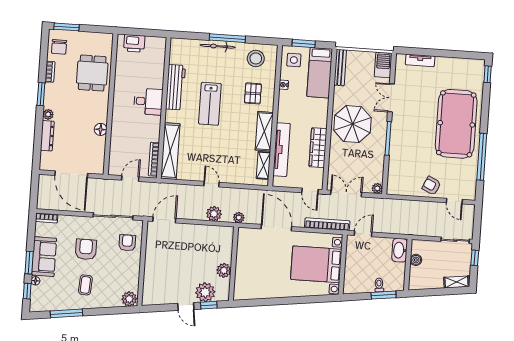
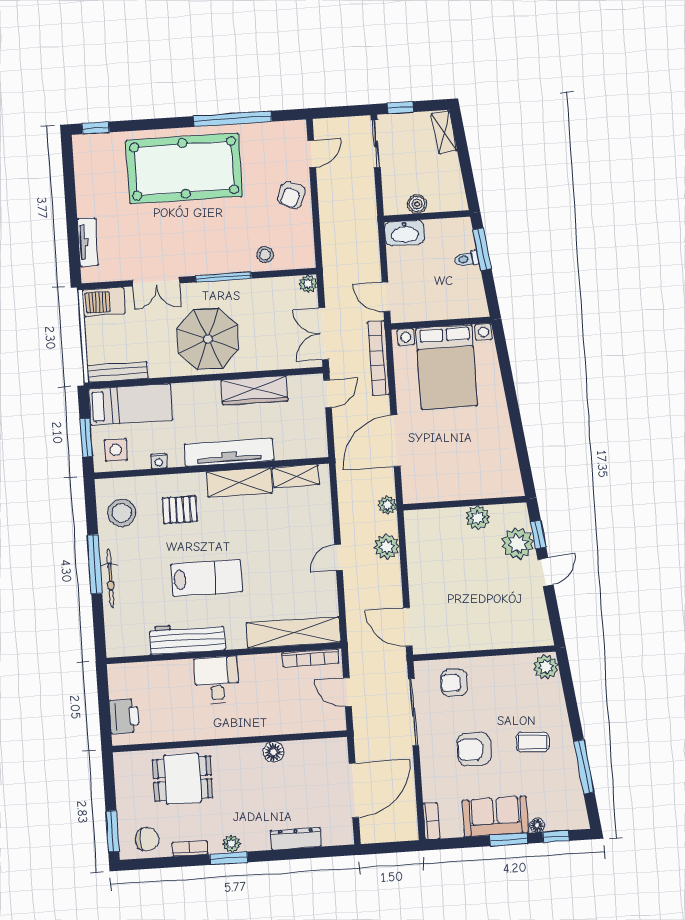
plant: (48, 114) -> (231, 844), moved
tv unit: (282, 150) -> (229, 452), moved
stool: (398, 165) -> (265, 255), added

